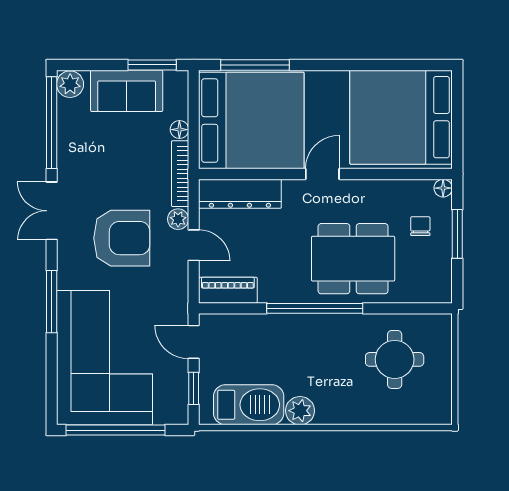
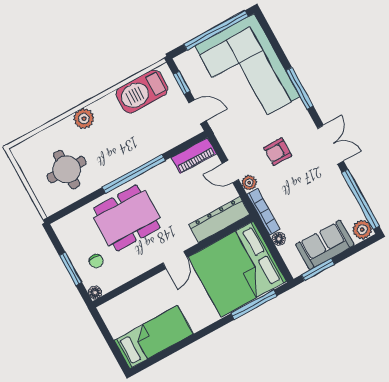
bed: (401, 117) -> (154, 337), width x0.49
armchair: (122, 238) -> (278, 152), width x0.53, depth x0.53
plant: (300, 411) -> (84, 119), moved

